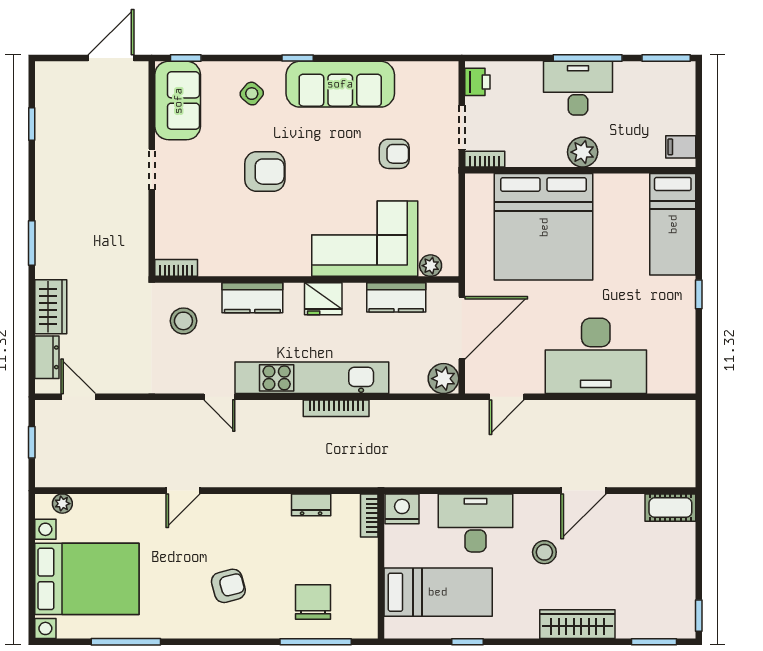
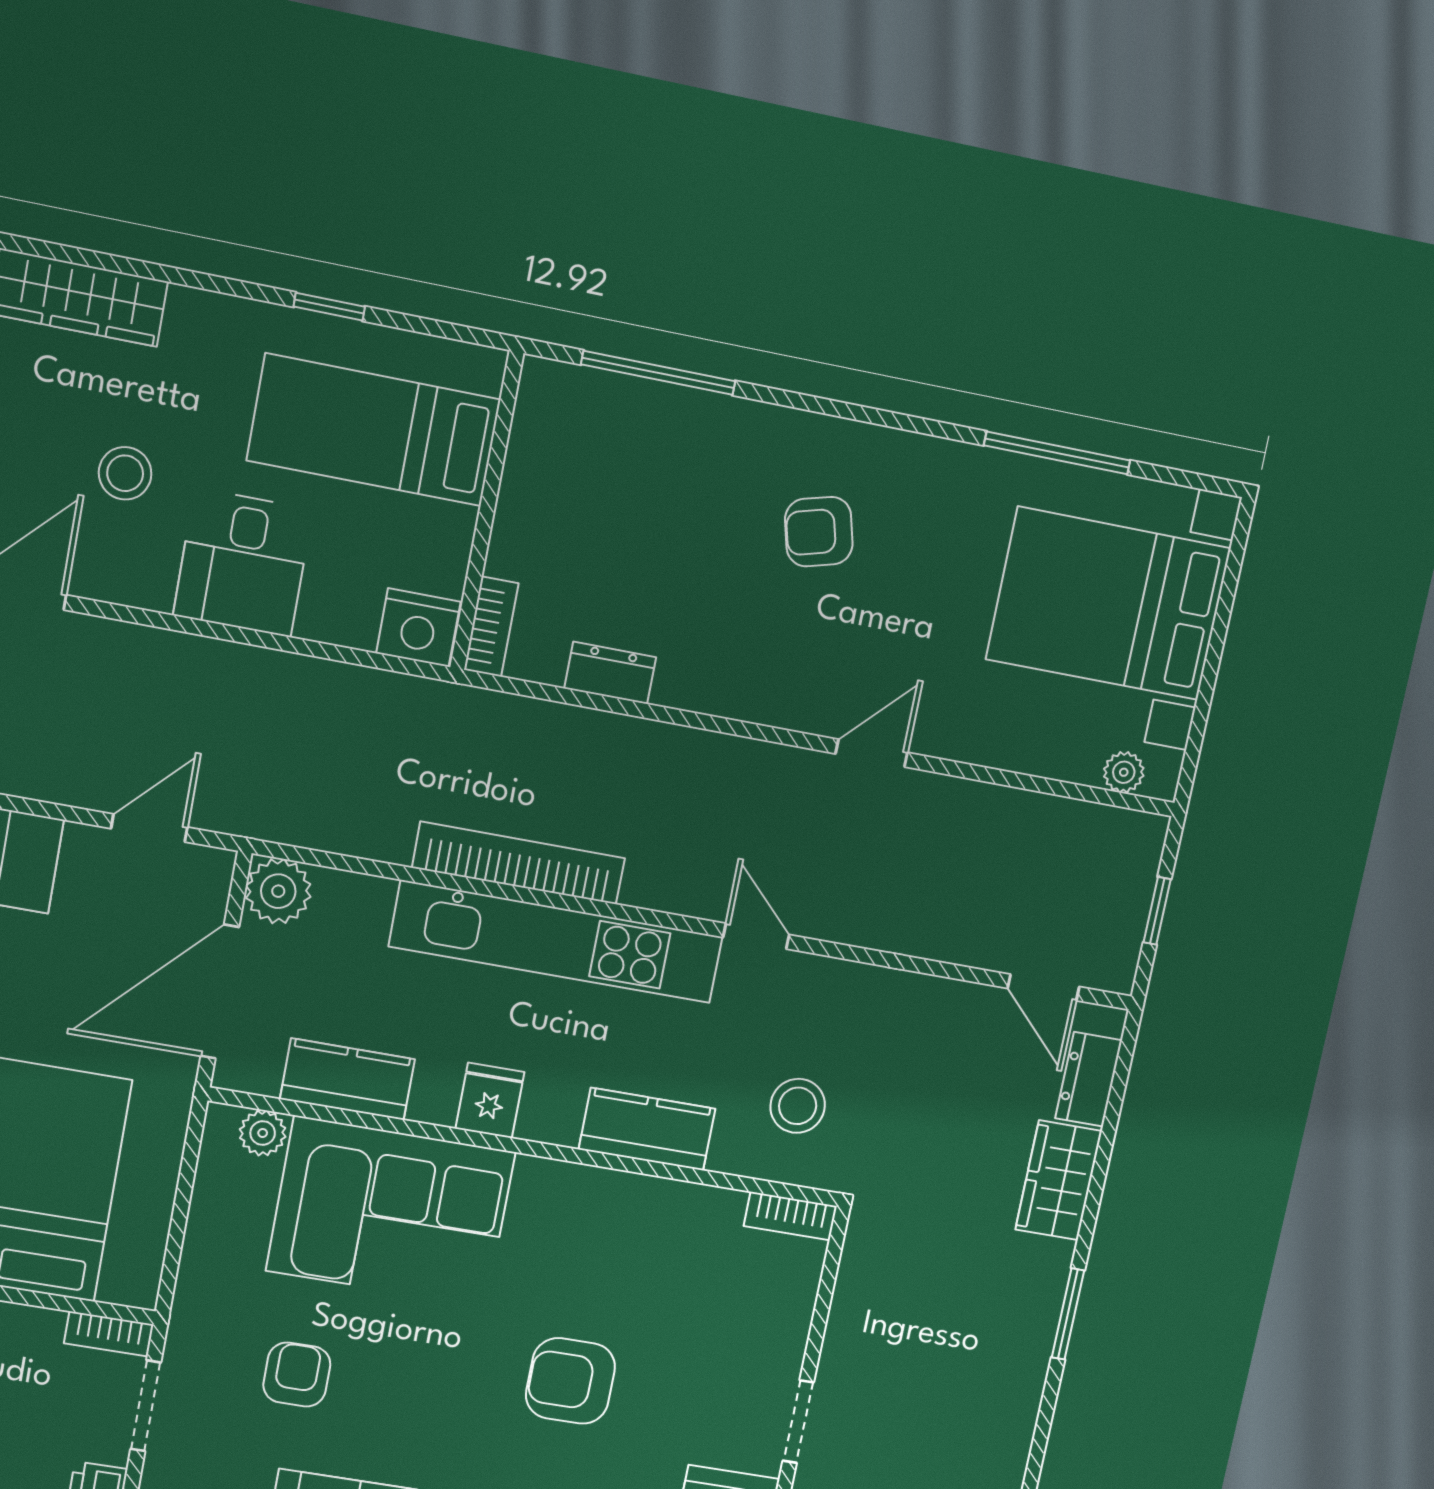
armchair: (394, 154) -> (297, 1374), turned 90
fridge: (323, 299) -> (490, 1100), width x0.72
bookcase: (336, 408) -> (519, 863), width x1.48, depth x1.31
desk: (475, 523) -> (243, 563), width x0.73
chair: (313, 602) -> (647, 461), removed

